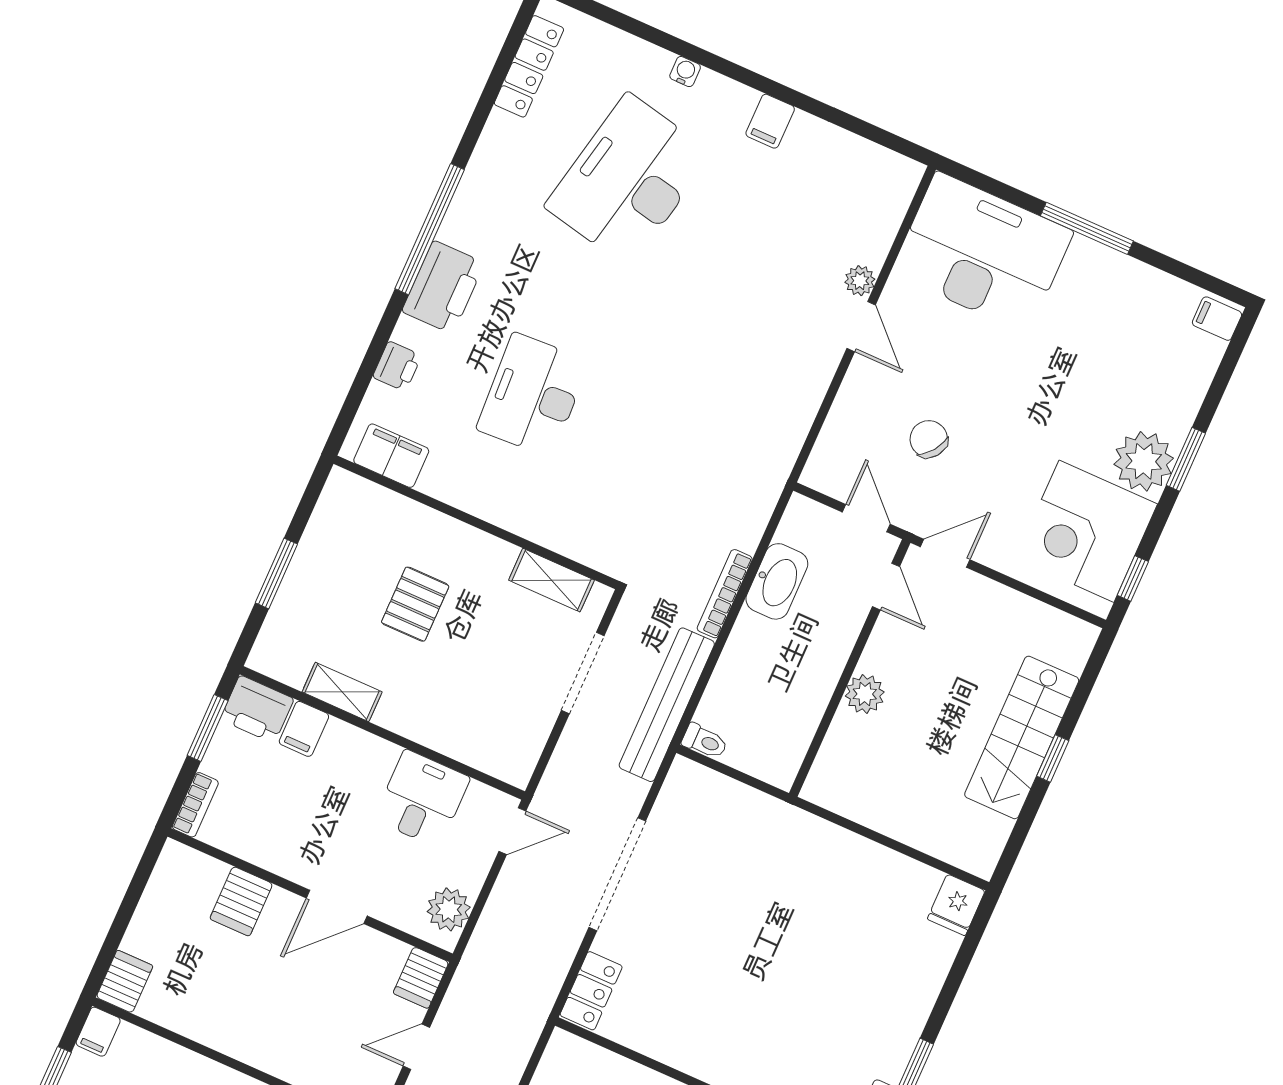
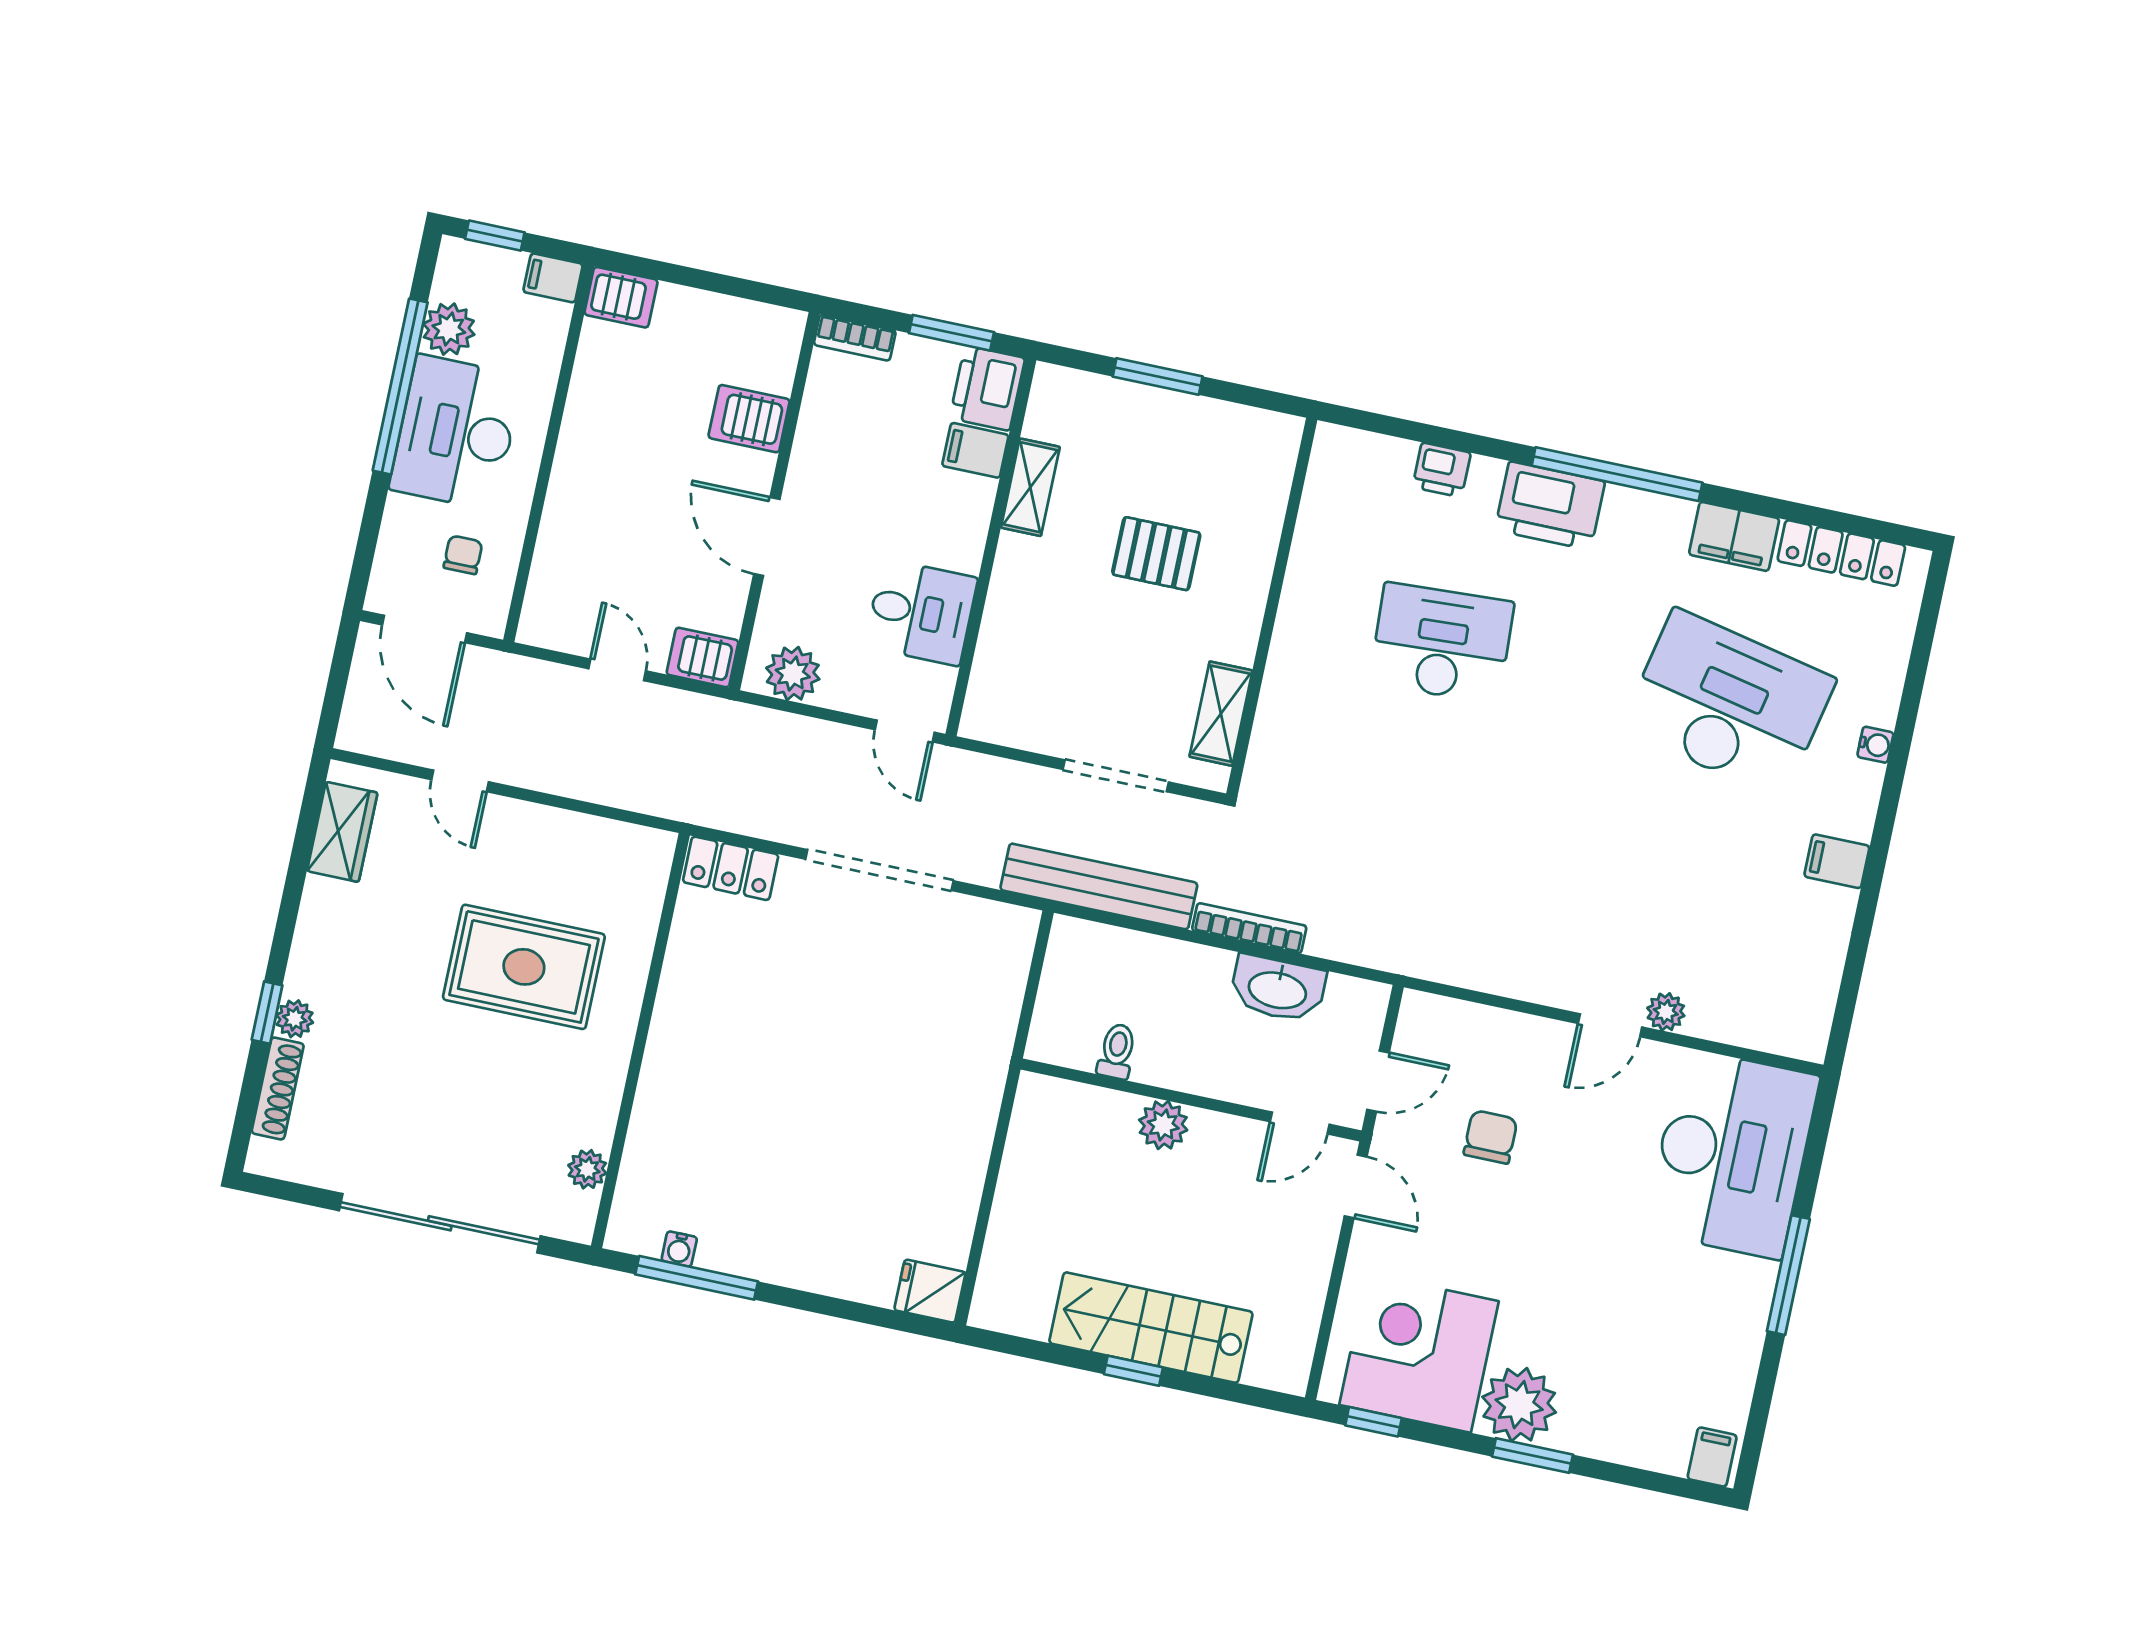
chair: (929, 439) -> (1491, 1137), turned -36
filing cabinet: (391, 456) -> (1734, 536), moved, turned 90
toilet: (705, 741) -> (1117, 1051), moved, turned 180

